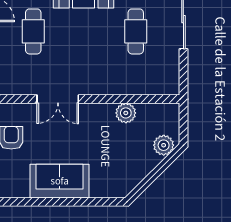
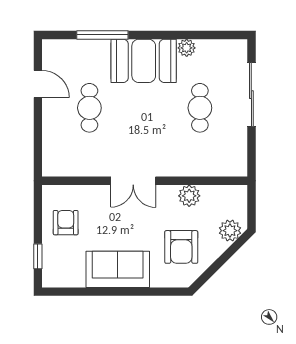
double door: (58, 99) -> (133, 181), moved
armchair: (118, 160) -> (181, 247), added

